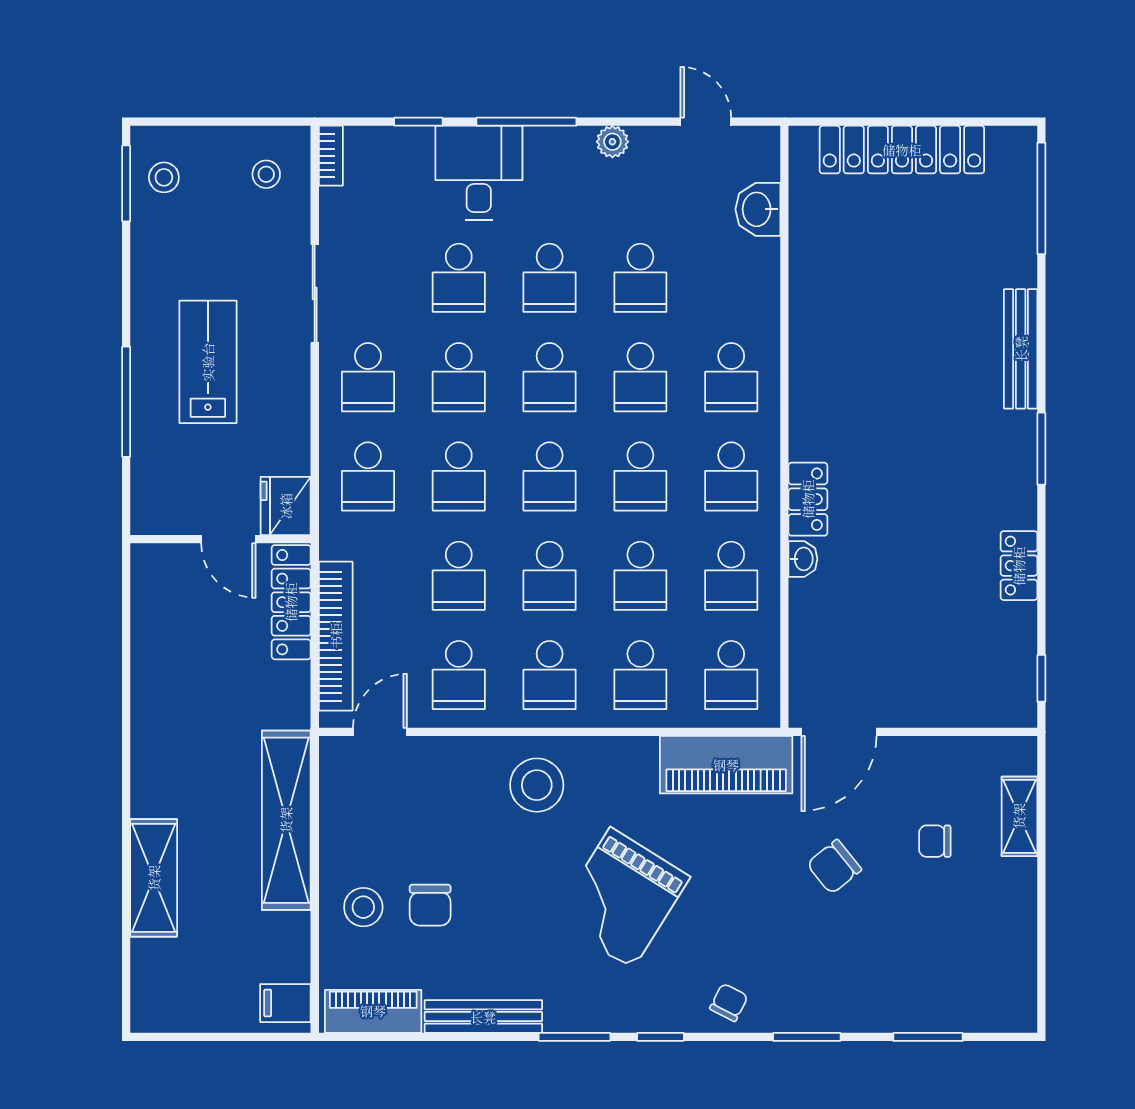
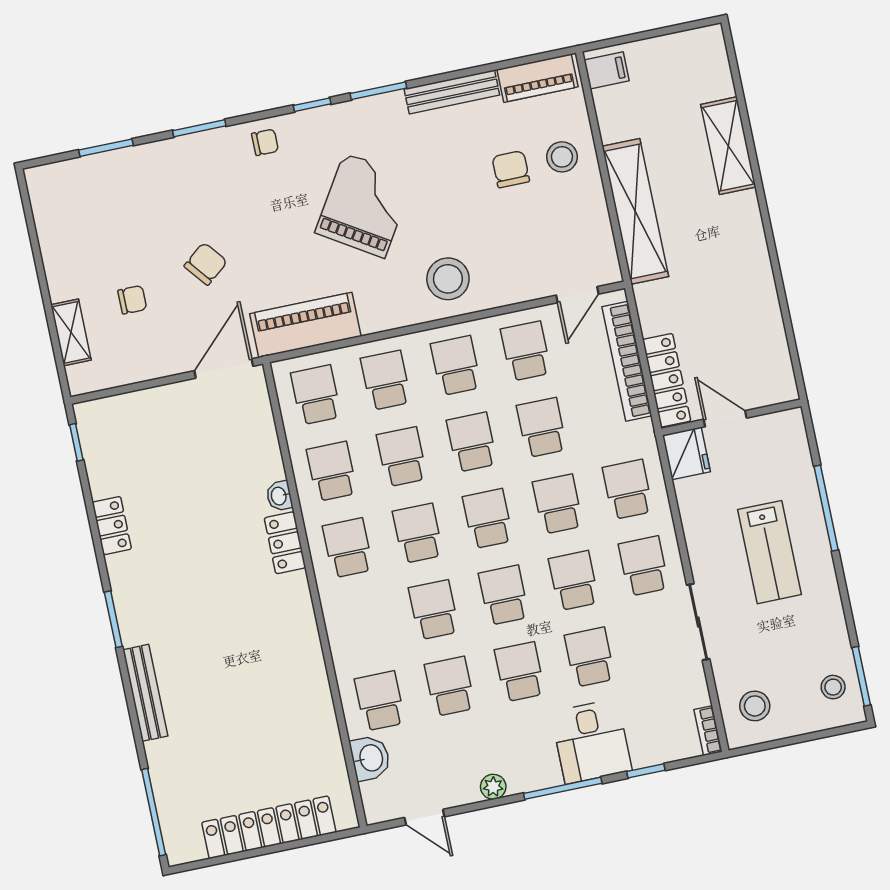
stool: (266, 174) -> (755, 706), width x1.37, depth x1.37
school desk: (731, 377) -> (380, 701), moved
chair: (729, 1002) -> (265, 142), turned -117

